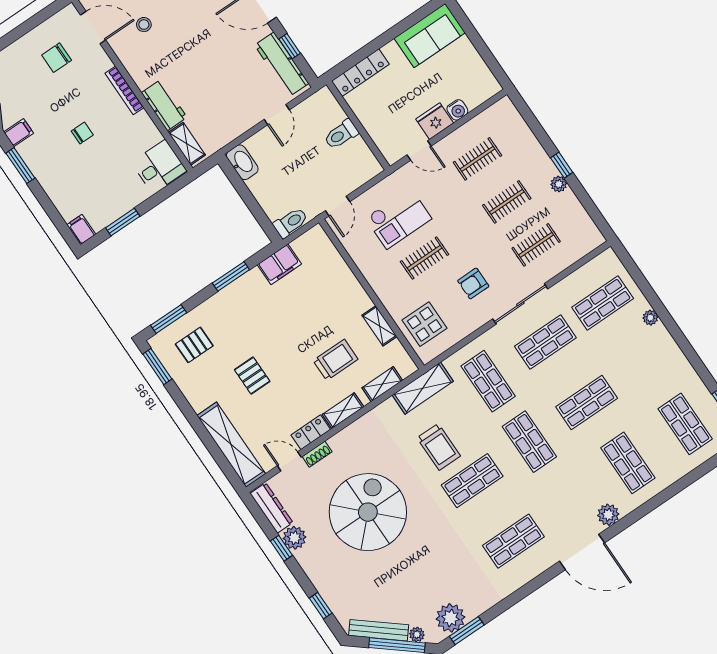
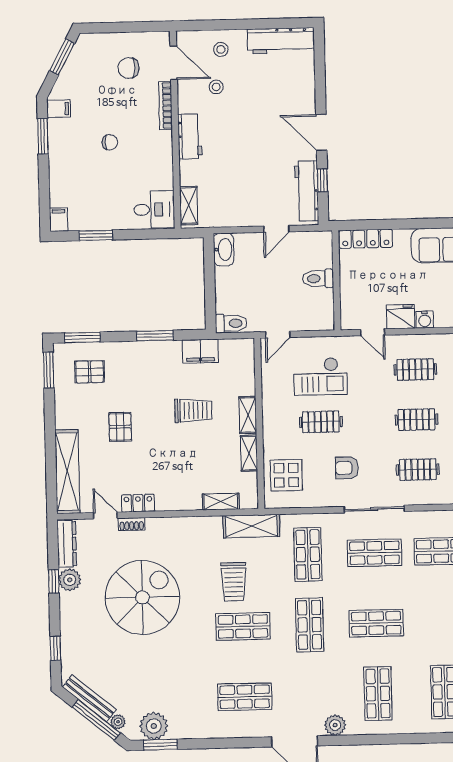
bookcase: (124, 90) -> (166, 105), moved
workbench: (164, 105) -> (190, 136), moved
trolley: (335, 360) -> (193, 411), moved
shelving: (343, 411) -> (248, 415), moved, turned 90

